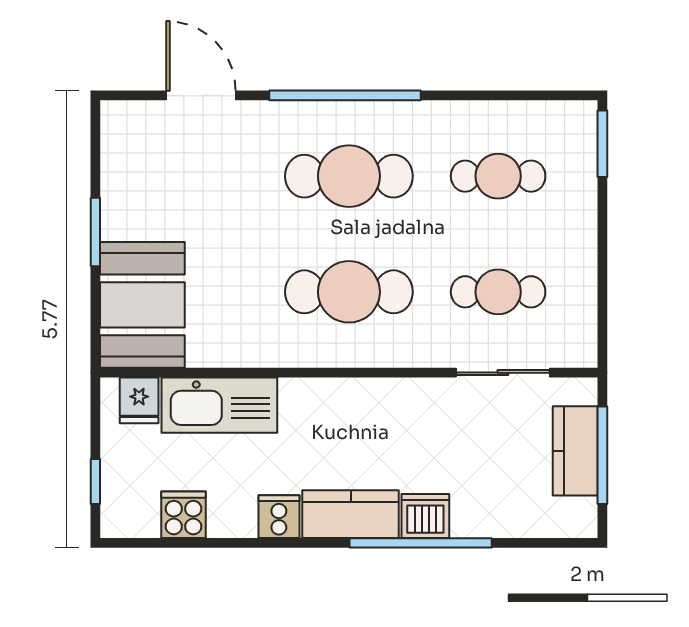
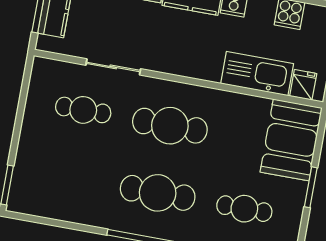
cafe table: (498, 176) -> (244, 209), moved
sliding door: (503, 373) -> (113, 67), moved

